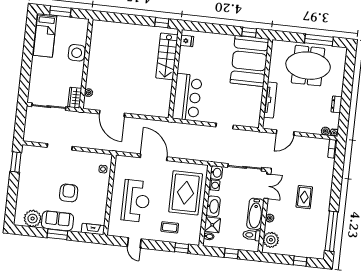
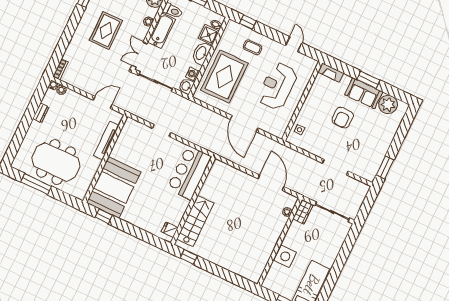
rug: (304, 197) -> (106, 31), width x1.36, depth x1.43

